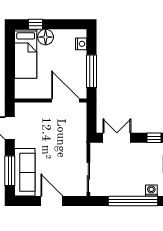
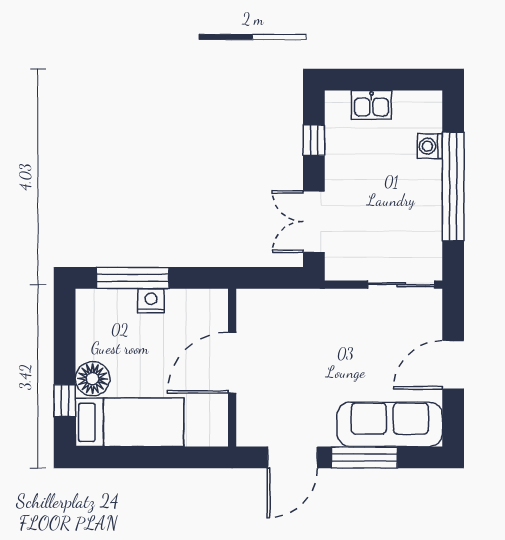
nightstand: (81, 44) -> (151, 301), moved
window: (91, 71) -> (133, 278), moved
door: (65, 101) -> (232, 363), moved
window: (10, 171) -> (364, 457), moved

